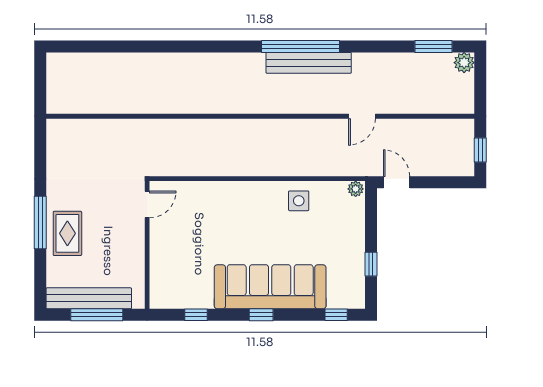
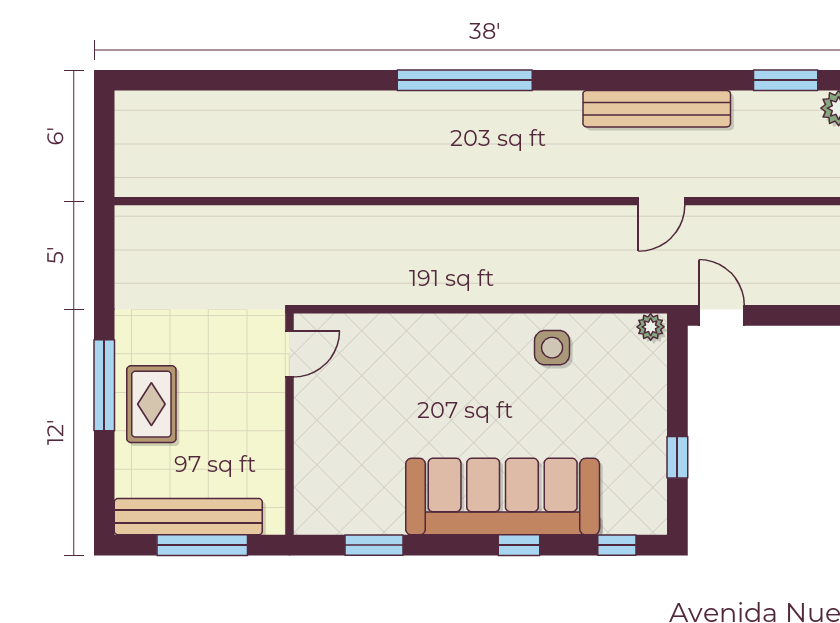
window: (300, 46) -> (465, 80), moved
bench: (309, 63) -> (657, 109), moved
window: (196, 315) -> (374, 545), width x1.50
window: (261, 315) -> (519, 545), moved

